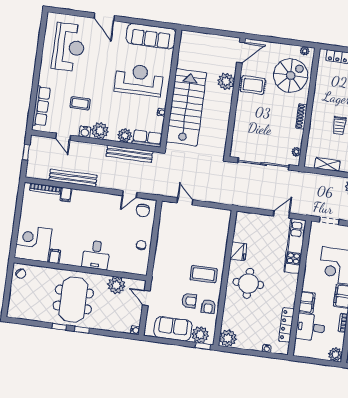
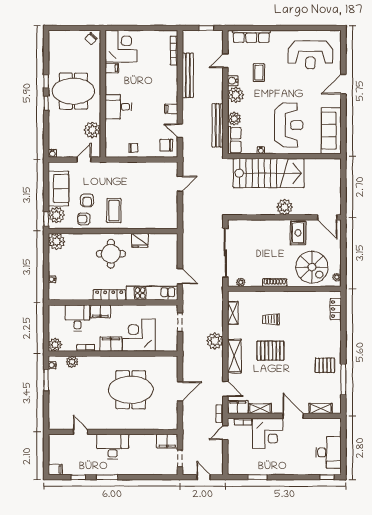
plant: (226, 81) -> (285, 207), moved
filing cabinet: (66, 195) -> (171, 109), moved
locker: (286, 325) -> (109, 295), moved

